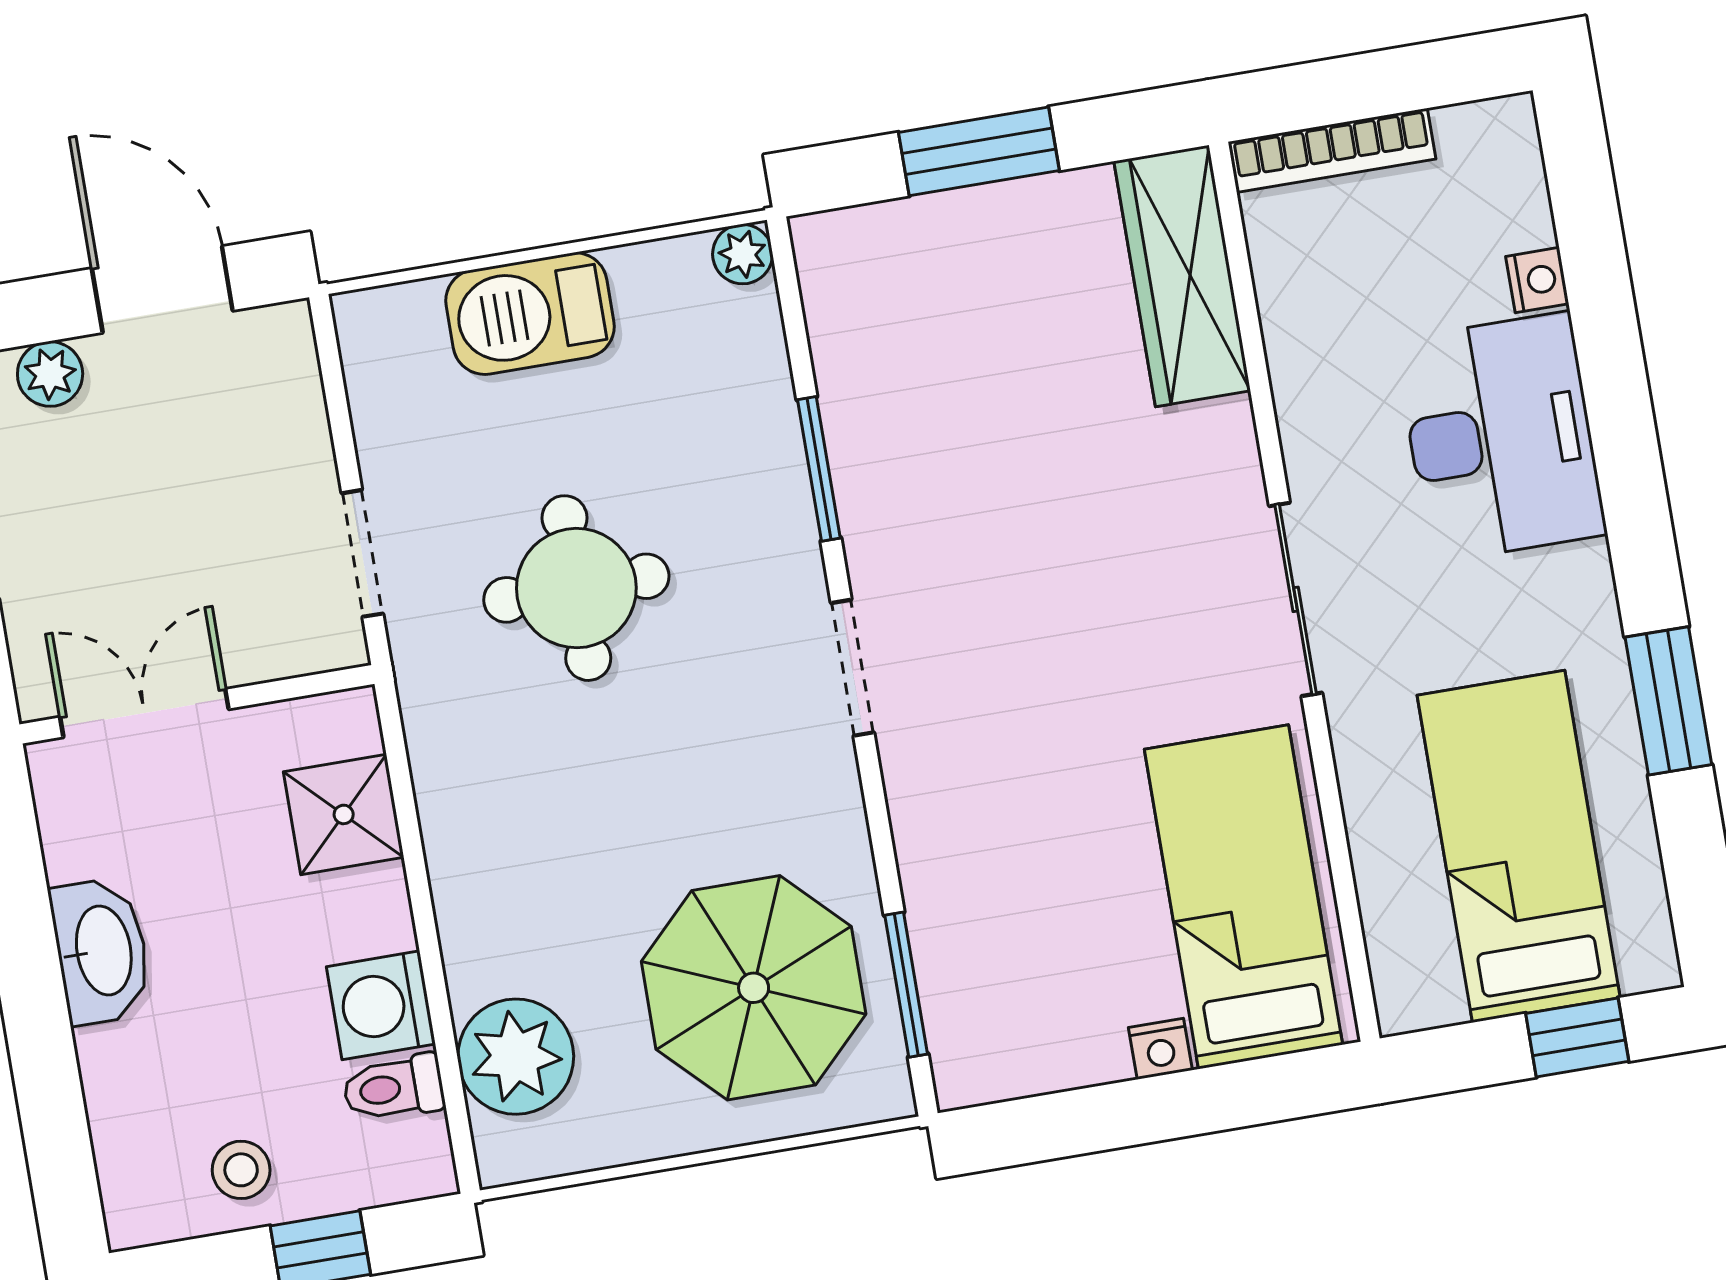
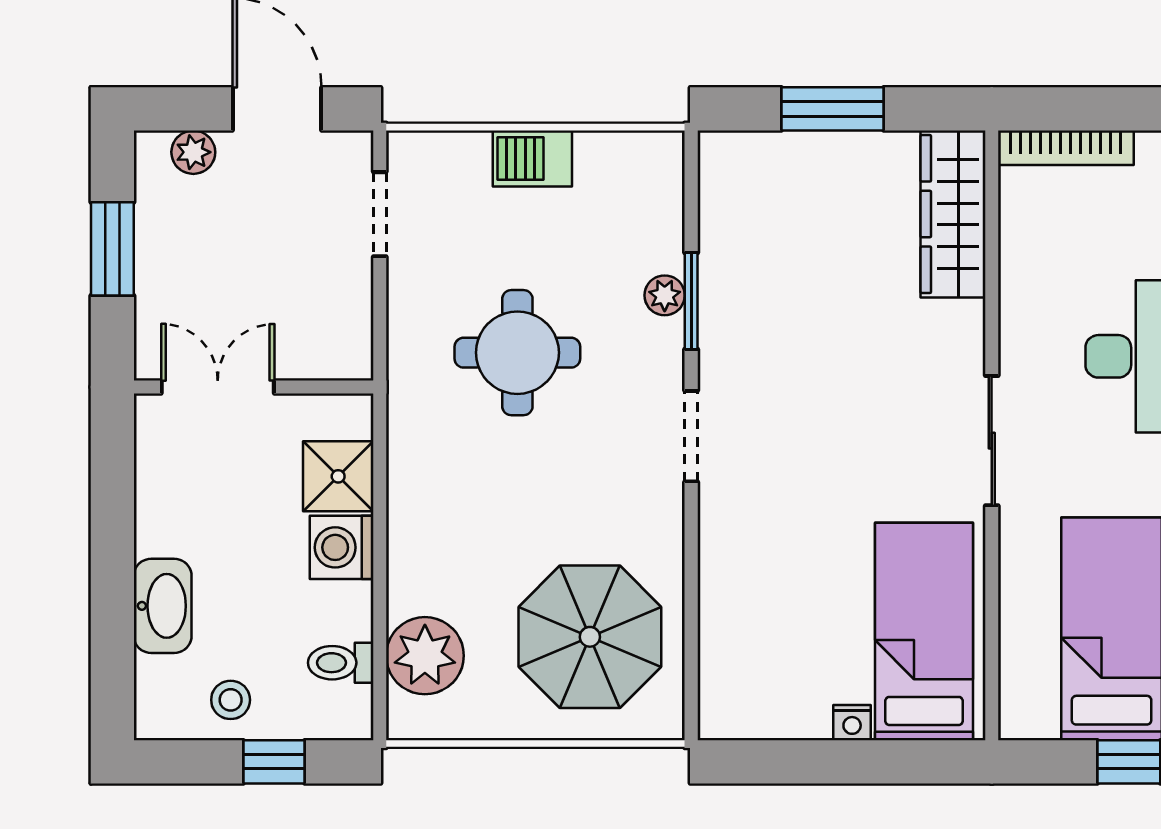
plant: (743, 254) -> (665, 295), moved
barbecue: (530, 314) -> (532, 159), width x0.73, depth x0.79
doorway: (362, 553) -> (380, 214), moved
washbasin: (101, 951) -> (163, 606), moved
window: (906, 985) -> (691, 652), removed
washing machine: (381, 1005) -> (342, 547), moved

